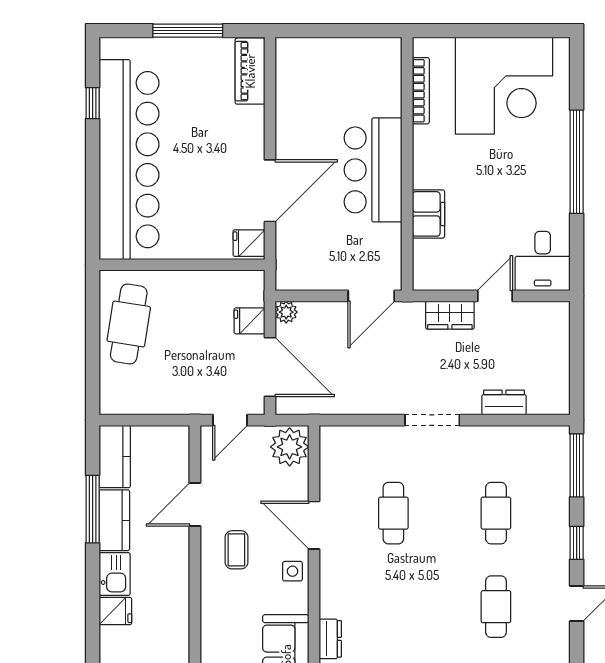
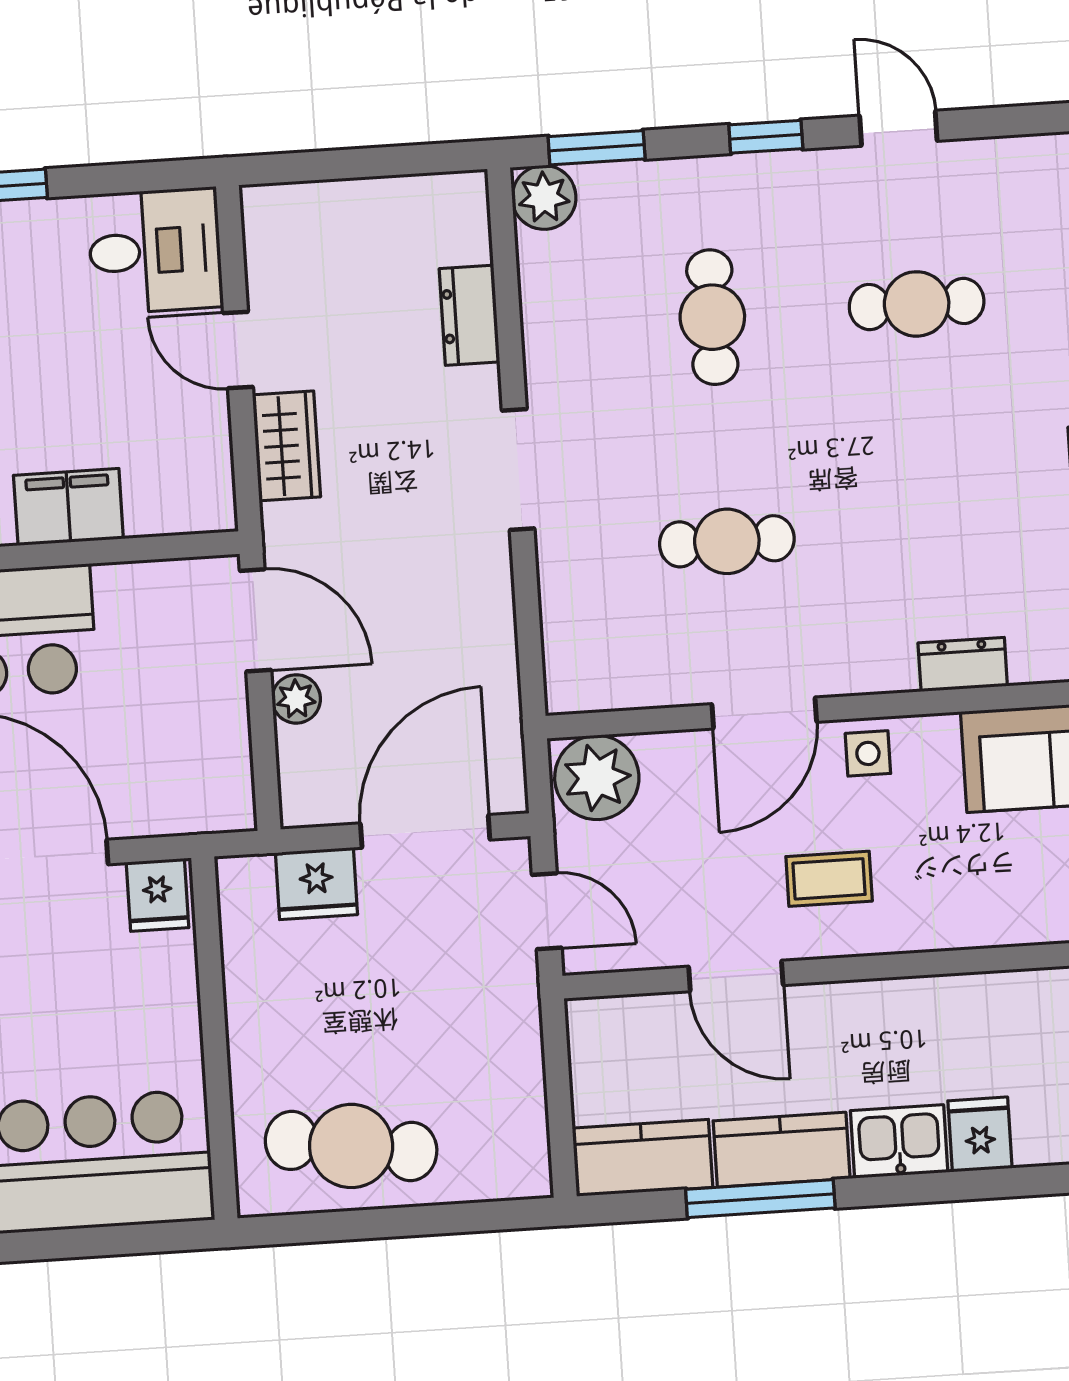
plant: (286, 312) -> (296, 699), moved
fridge: (249, 321) -> (316, 884), width x1.38
plant: (556, 440) -> (544, 197), added
window: (577, 465) -> (597, 148), width x0.69
cafe table: (496, 513) -> (712, 317), turned 90
dresser: (330, 639) -> (963, 664), moved

